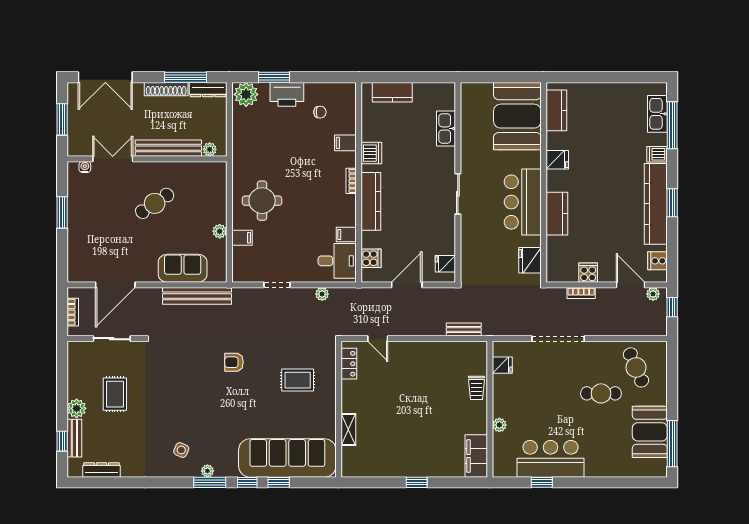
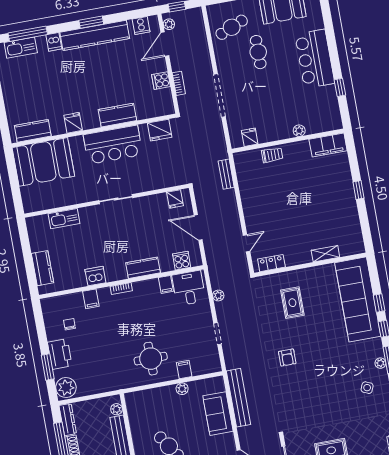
kitchen counter: (371, 201) -> (143, 268), width x0.67
bar counter: (551, 459) -> (315, 59), moved

